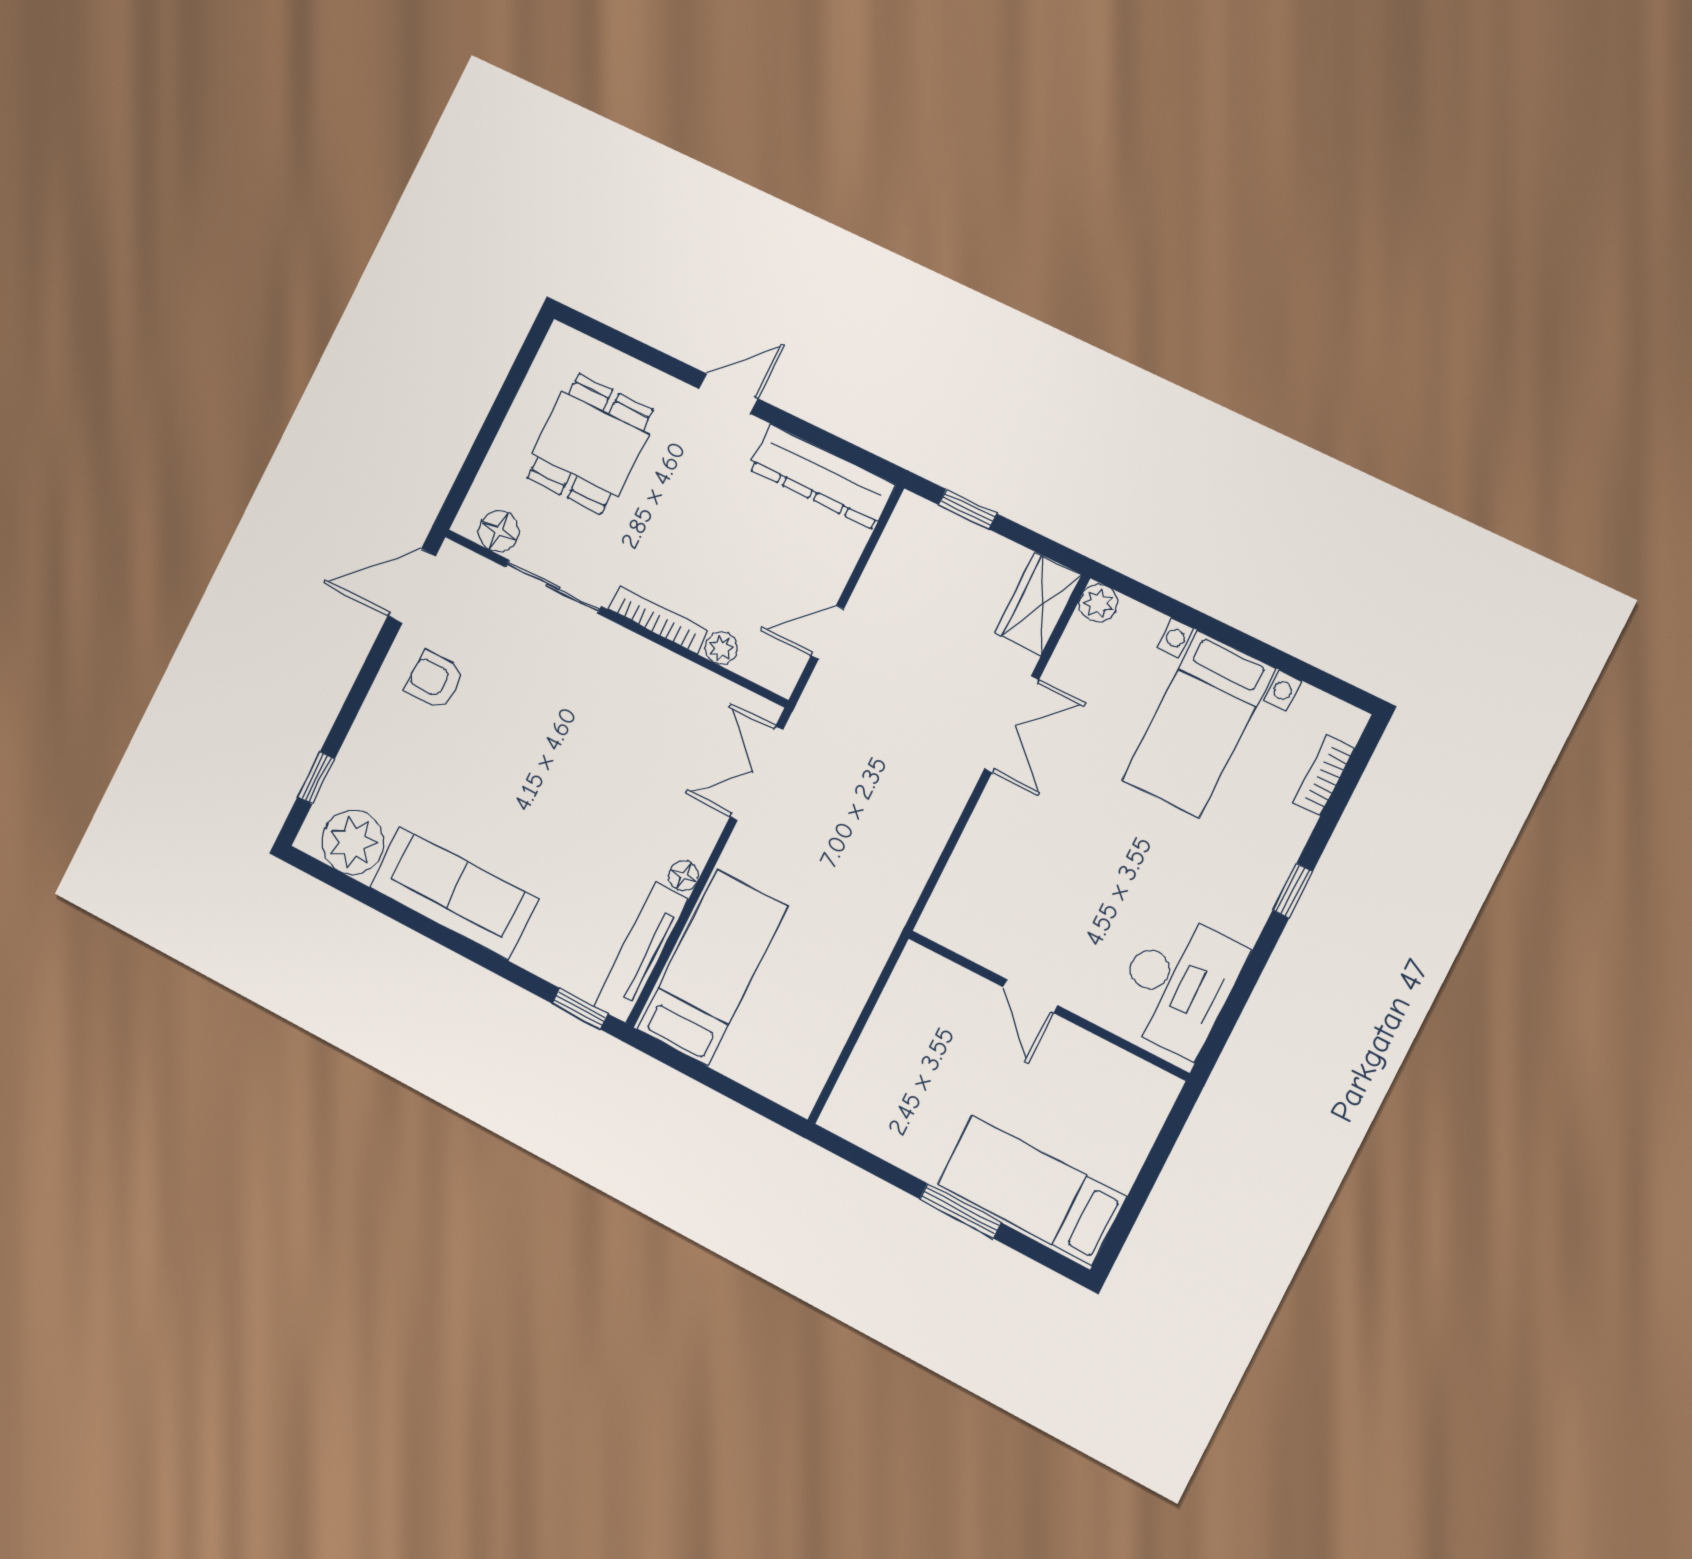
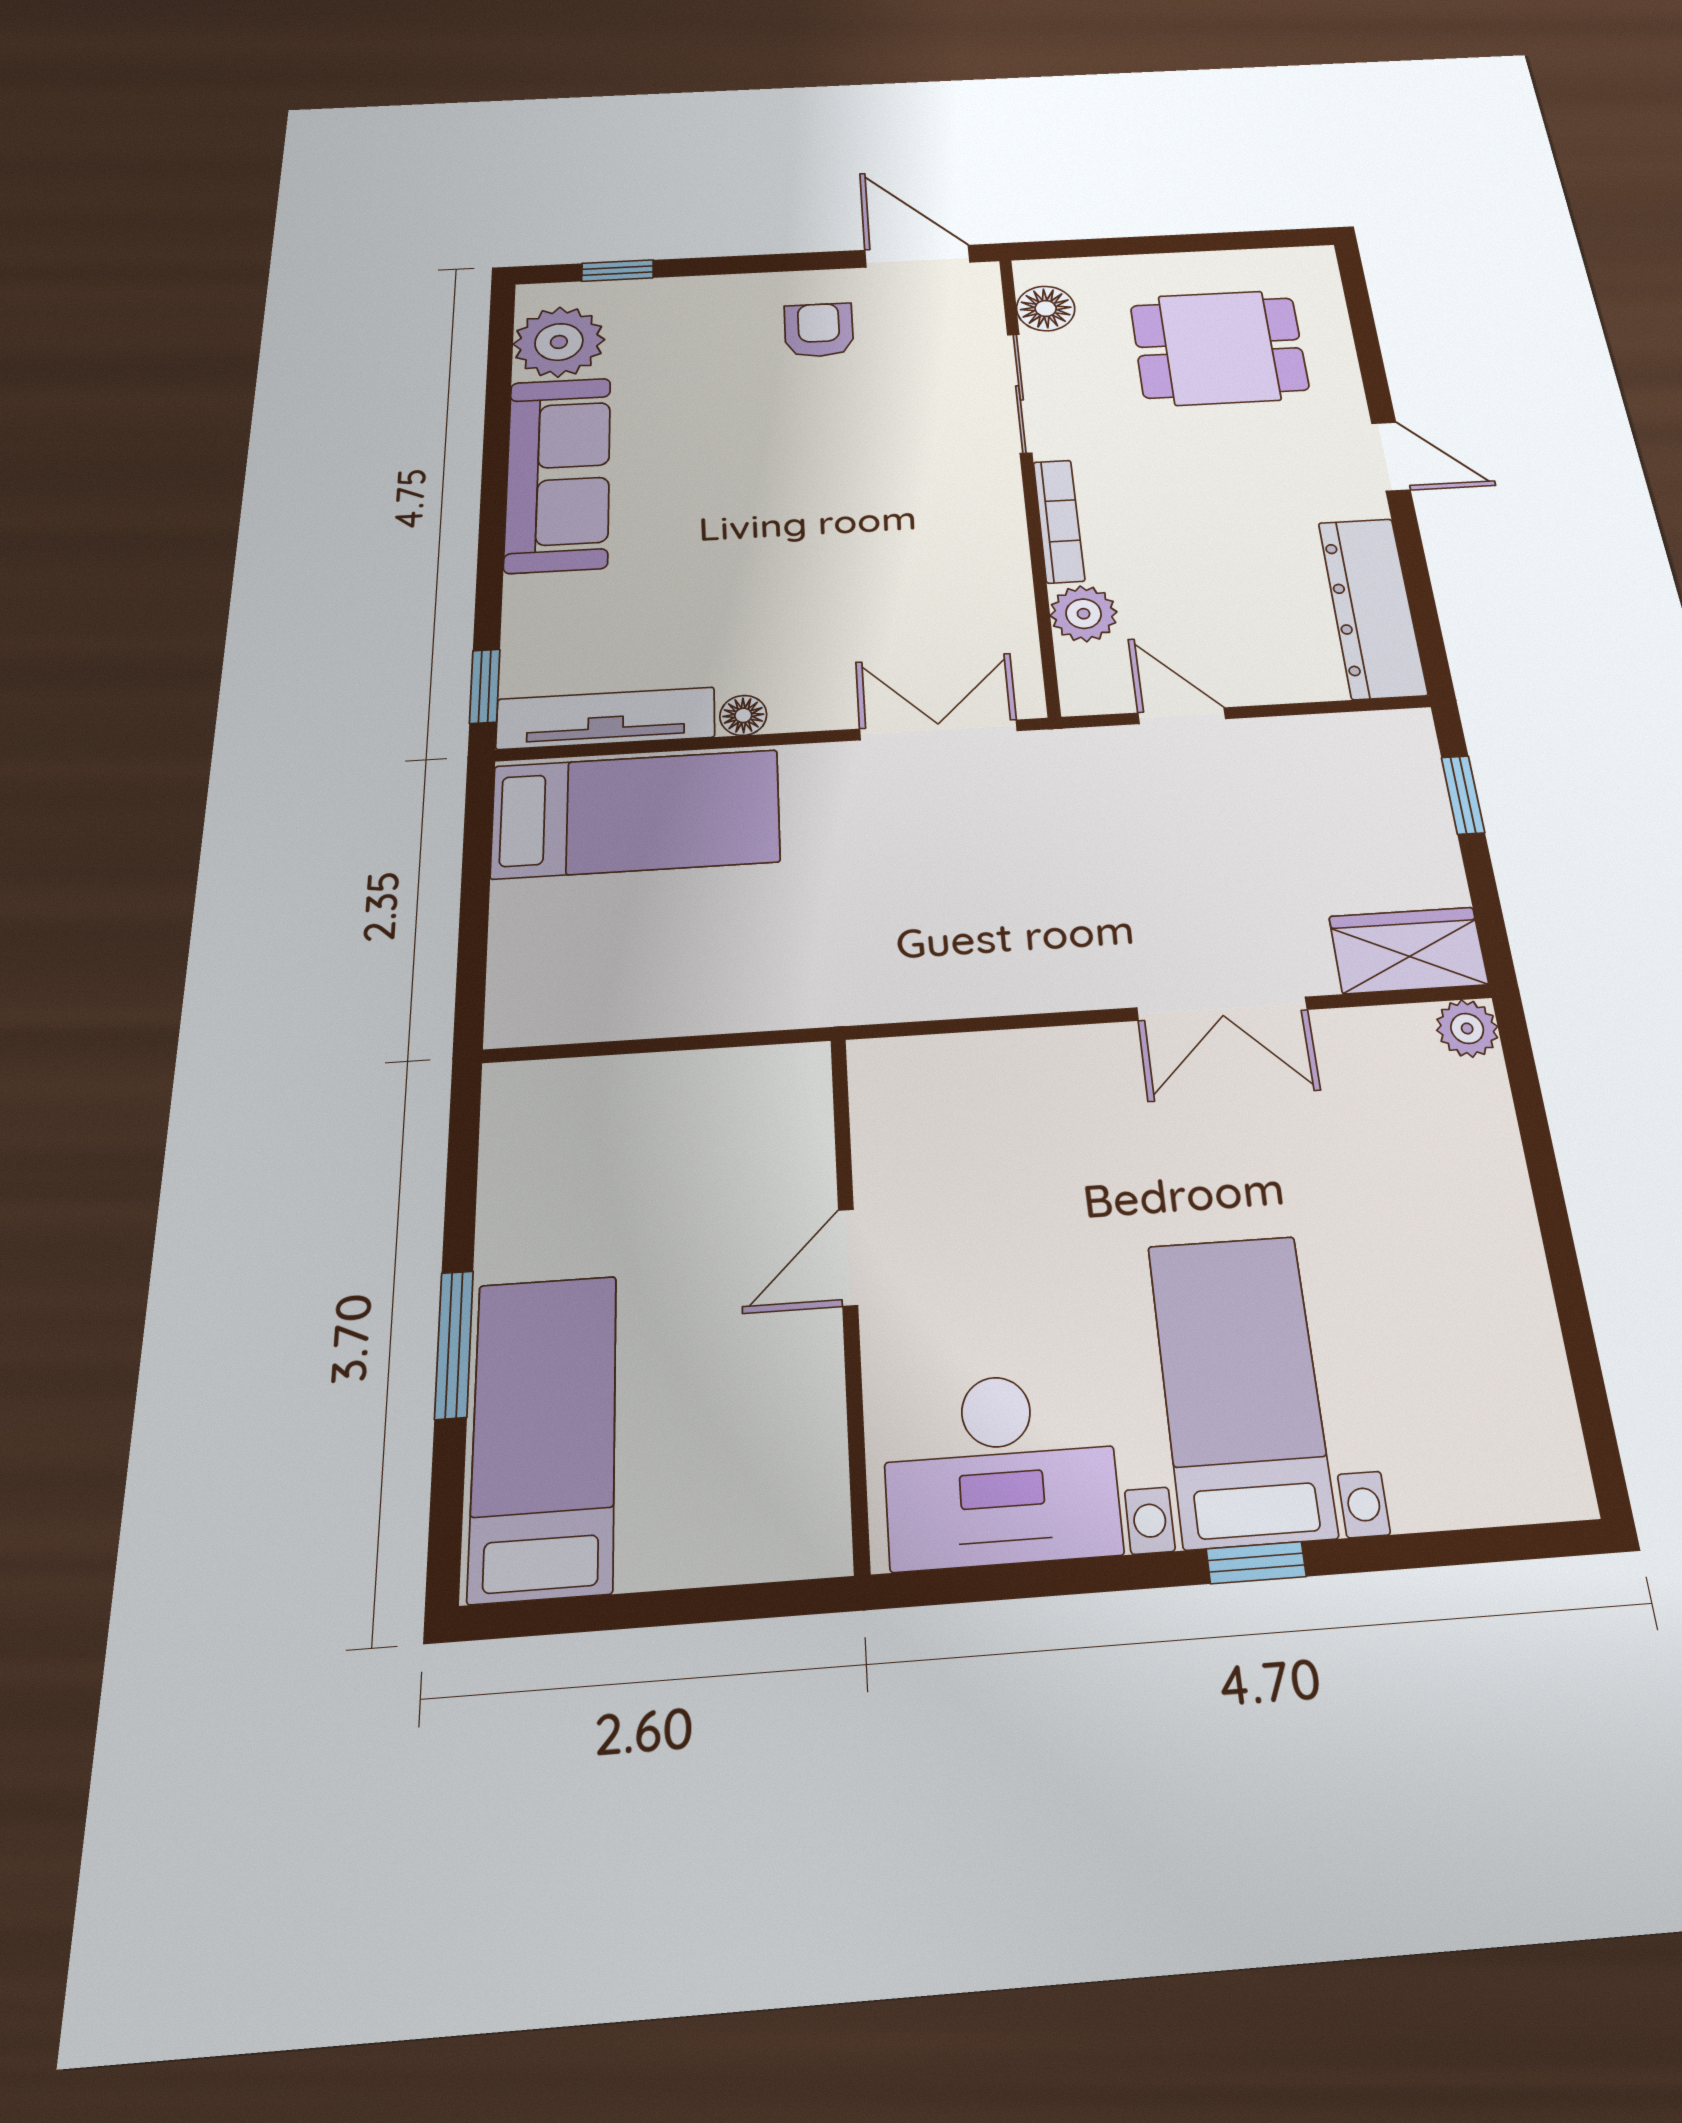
plant: (721, 648) -> (1084, 614), width x1.38, depth x1.38
bed with nightstands: (1199, 724) -> (1240, 1388), moved, turned 90
bookcase: (1324, 775) -> (1461, 1501), removed

